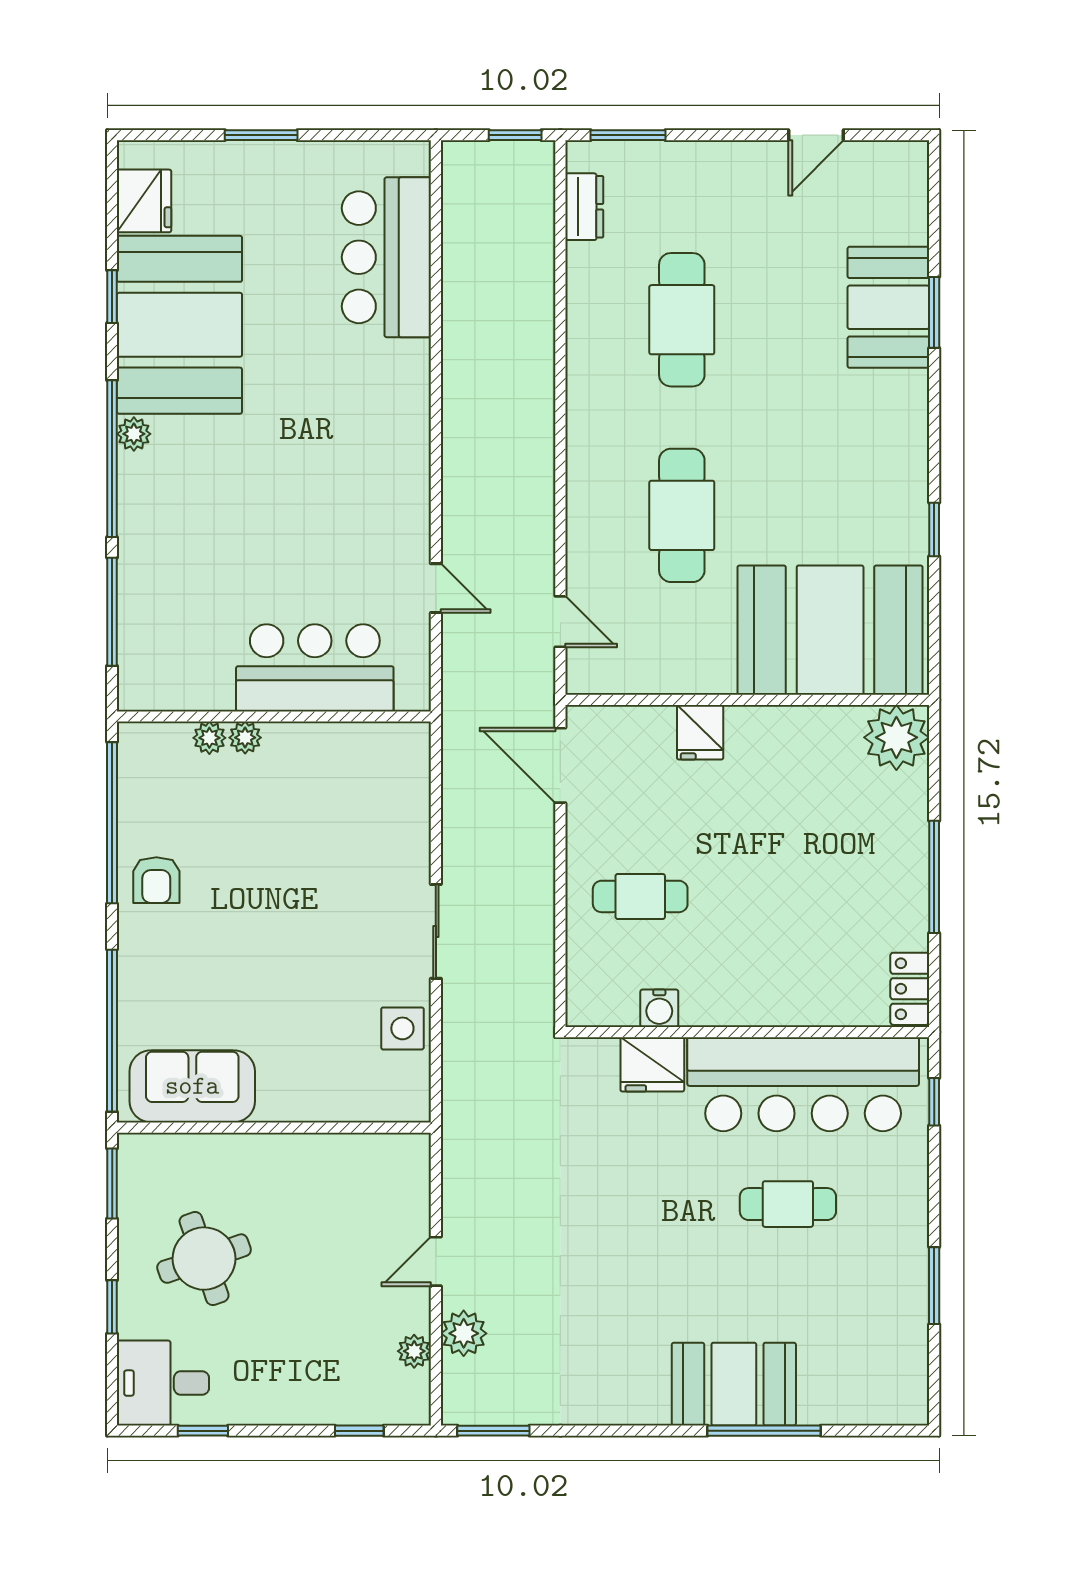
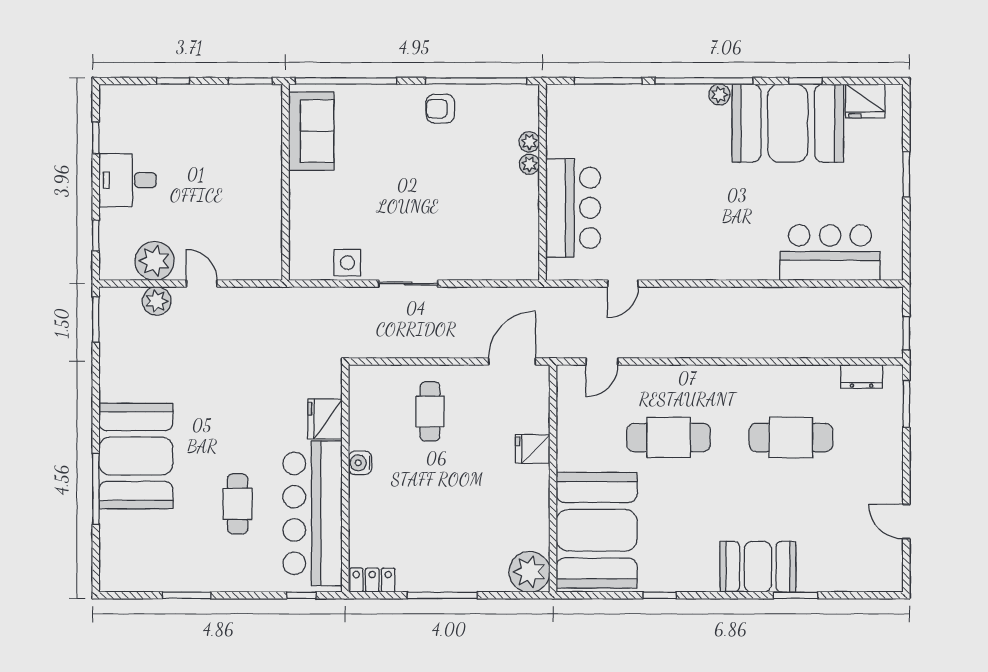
booth: (888, 307) -> (758, 567), moved
water cooler: (659, 1008) -> (360, 463), moved
round table: (204, 1259) -> (203, 139), removed
plant: (414, 1351) -> (155, 261), width x1.87, depth x1.87
desk: (163, 1383) -> (128, 180), moved, turned -90
booth: (734, 1384) -> (136, 456), width x1.36, depth x1.42

